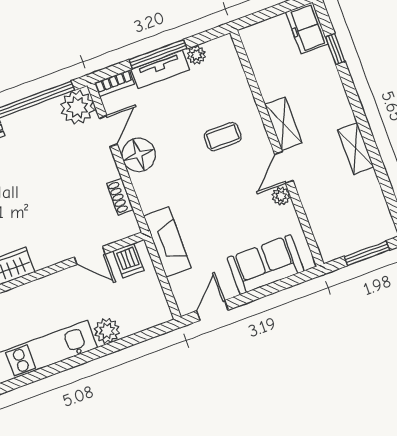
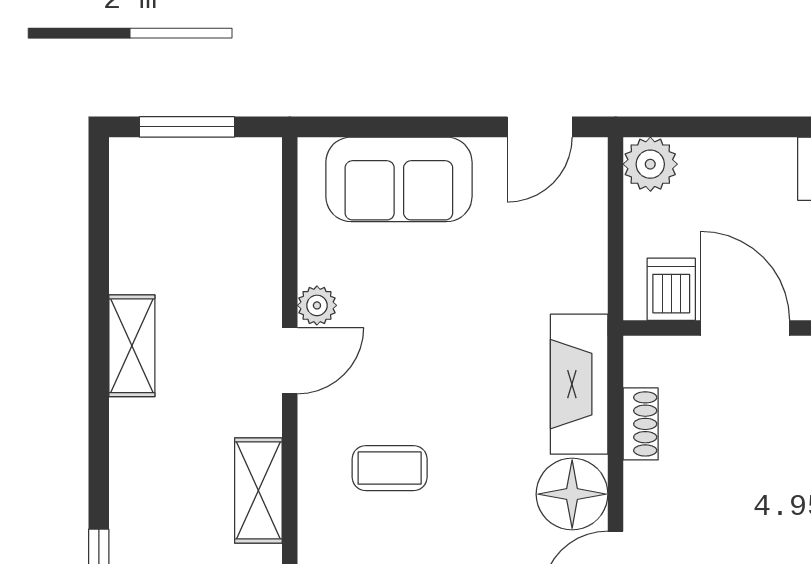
shelving: (283, 124) -> (258, 490), moved
fireplace: (167, 242) -> (579, 384), moved
door: (90, 256) -> (745, 328), width x1.38
plant: (107, 331) -> (650, 164), moved

